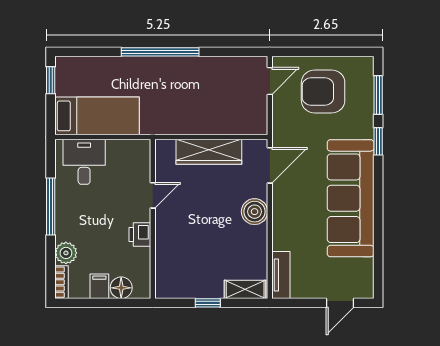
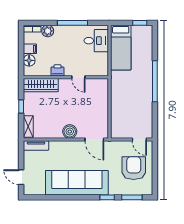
wardrobe: (209, 152) -> (41, 85), moved, turned -90

